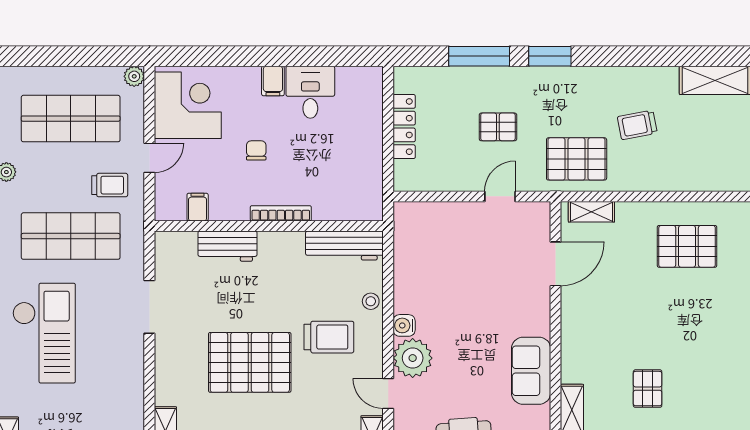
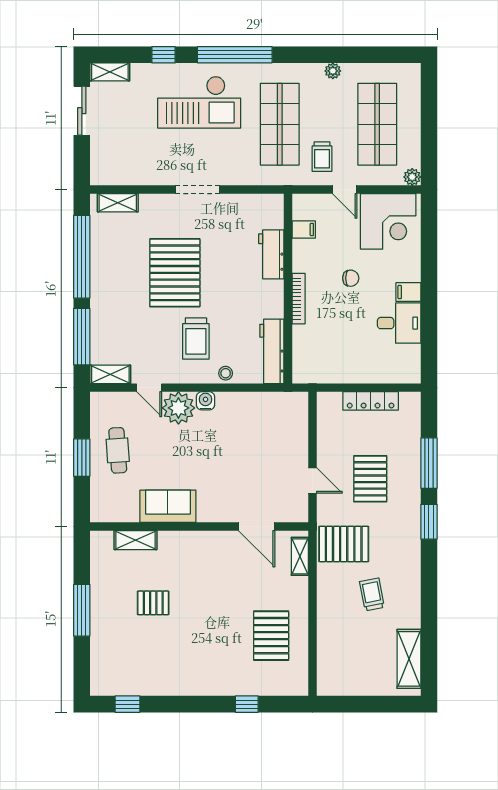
pallet: (498, 127) -> (370, 479), width x1.50, depth x1.42
pallet: (577, 159) -> (344, 544), turned 90
doorway: (149, 307) -> (198, 190), moved
door: (388, 393) -> (149, 388), swing flipped

